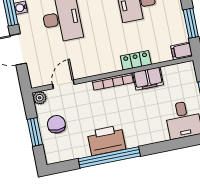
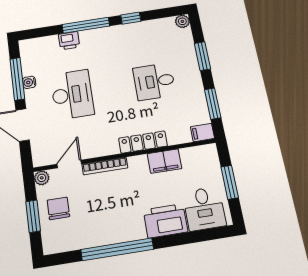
locker: (136, 60) -> (143, 142), width x1.53
bookcase: (113, 81) -> (105, 166), moved
printer: (106, 140) -> (165, 221), moved

